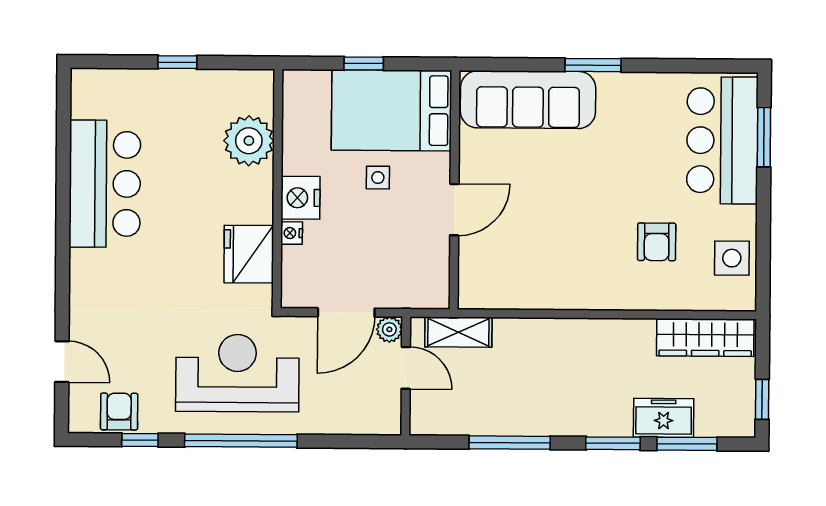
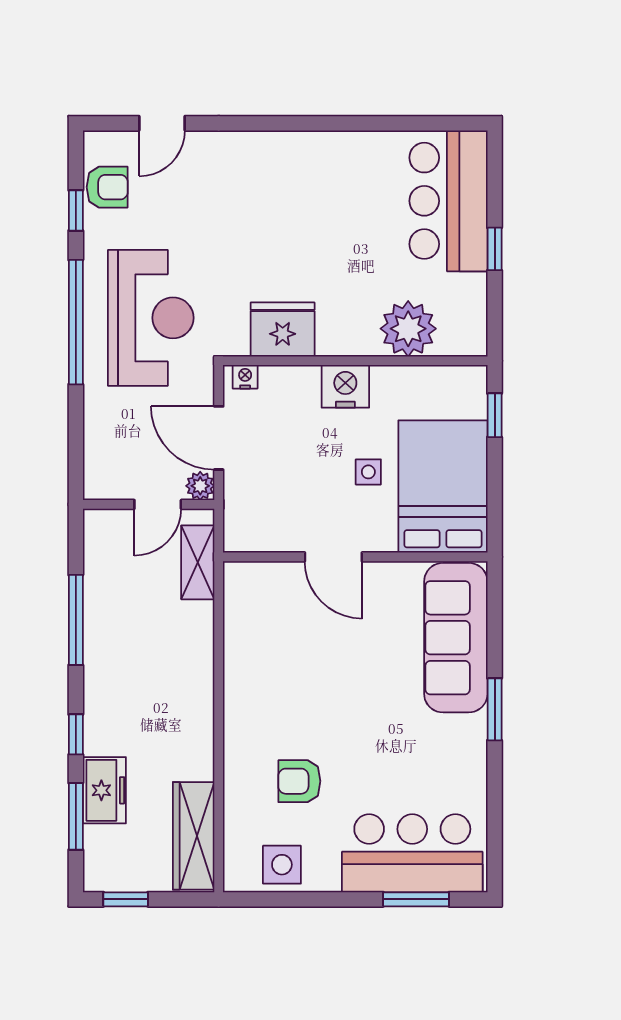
window: (364, 63) -> (495, 415), moved
bar counter: (105, 184) -> (448, 201), moved, turned 90
nightstand: (292, 233) -> (245, 377), moved
window: (613, 443) -> (76, 734), width x0.67

